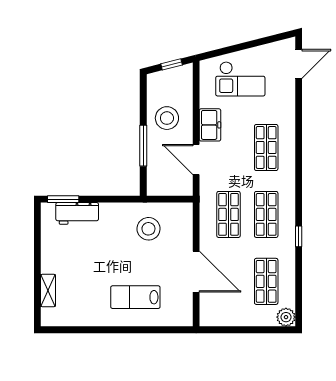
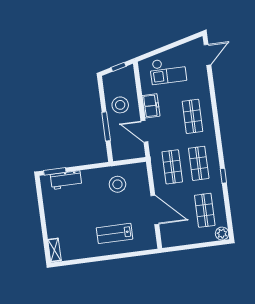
shelving: (48, 290) -> (54, 250), moved

